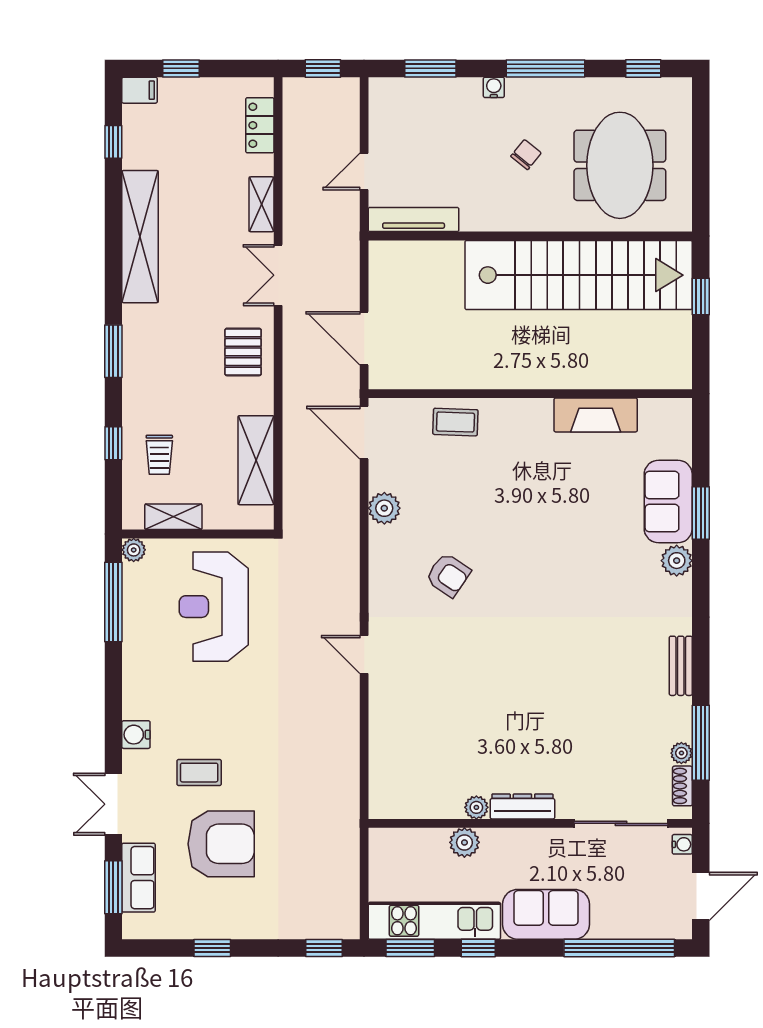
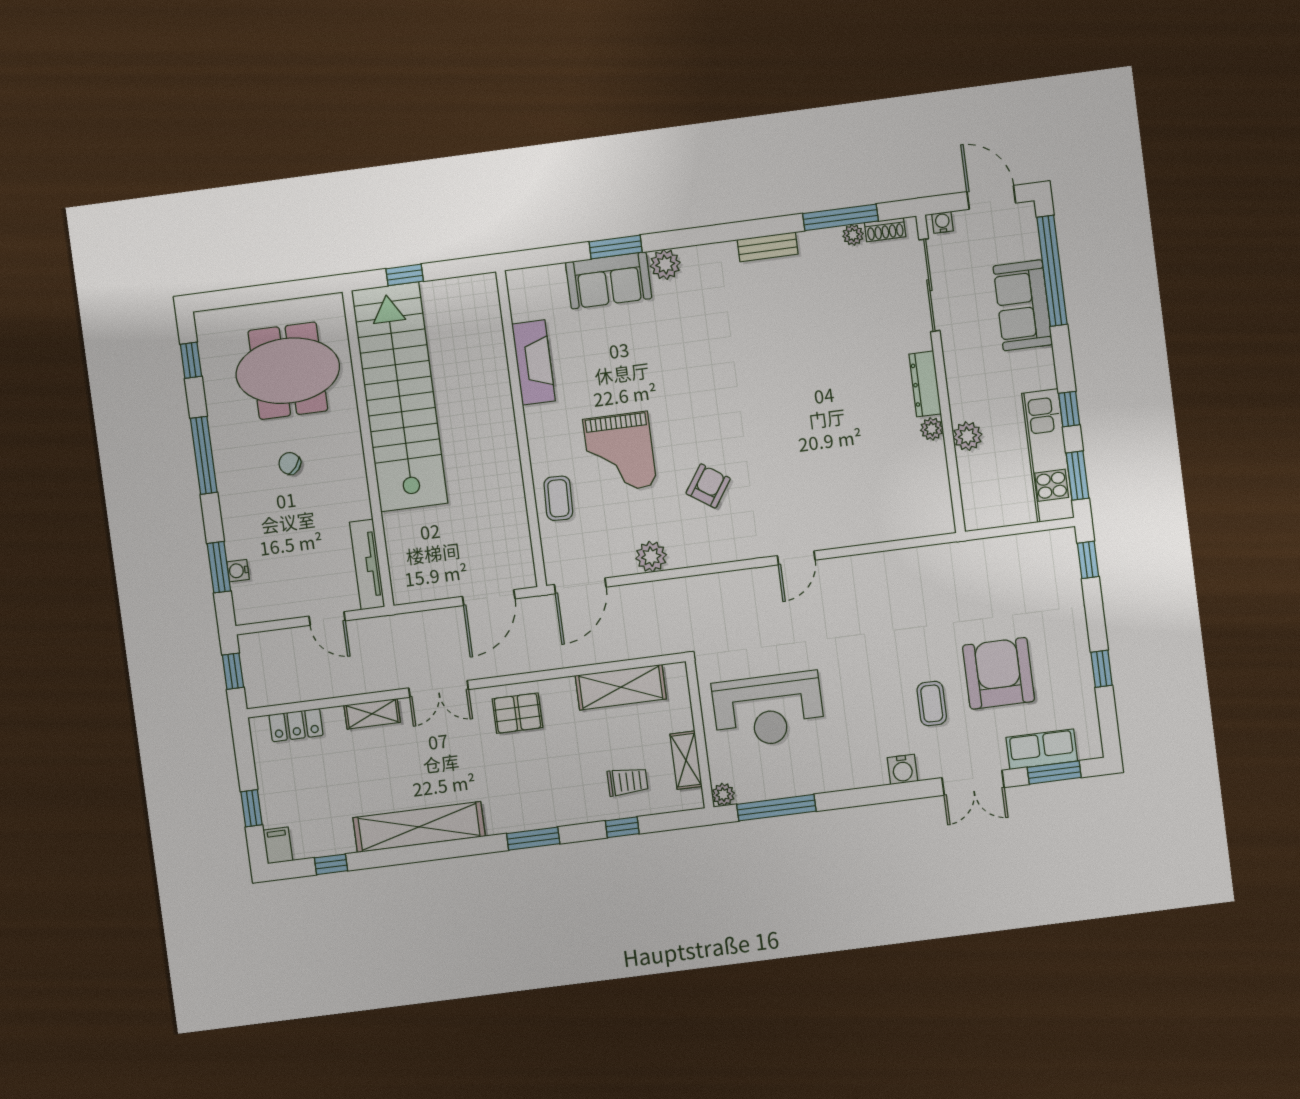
water cooler: (494, 87) -> (238, 571), moved
grand piano: (494, 490) -> (620, 453), added
sofa: (546, 914) -> (1023, 305), moved

